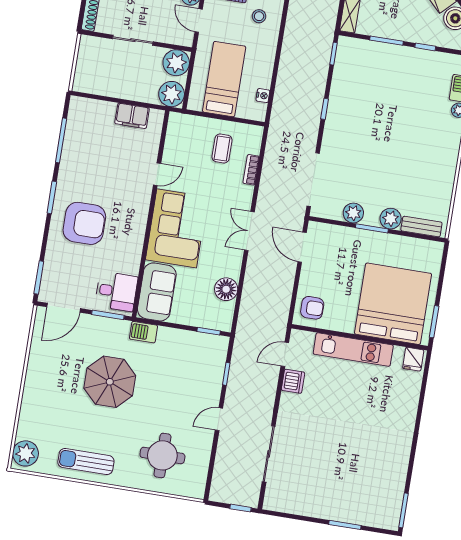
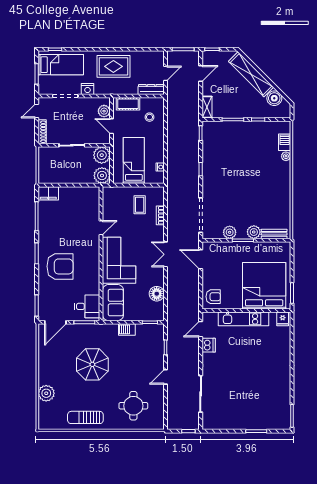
filing cabinet: (132, 116) -> (48, 193), moved
barbecue: (143, 332) -> (127, 329), moved
plant: (25, 453) -> (46, 393), moved

